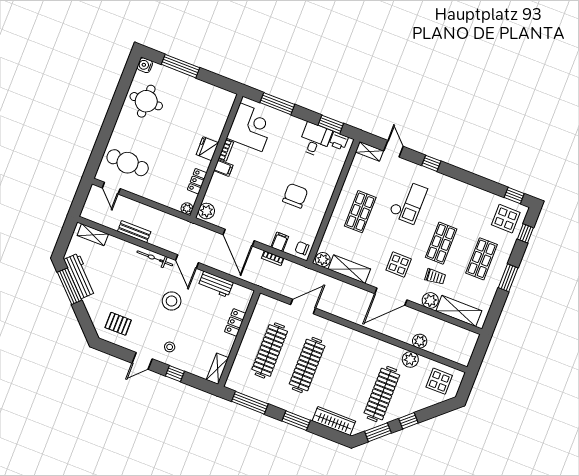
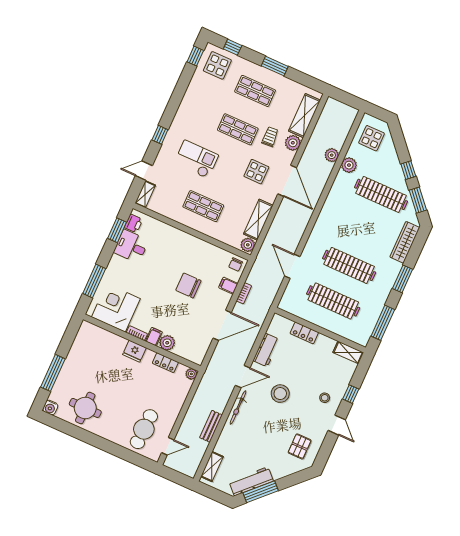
chair: (295, 196) -> (188, 285), moved
plant: (206, 211) -> (167, 343), moved

